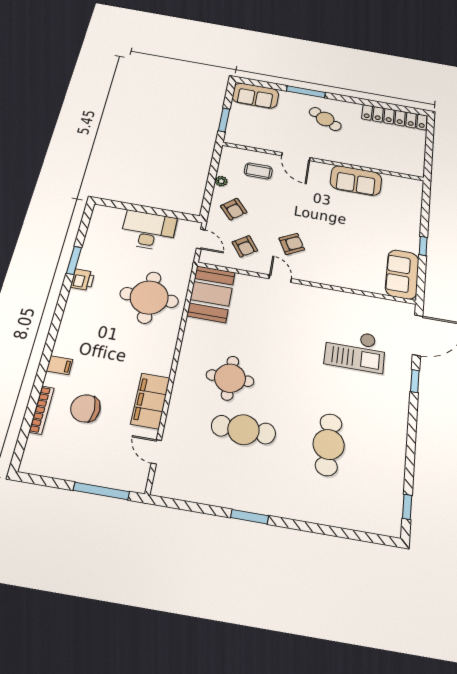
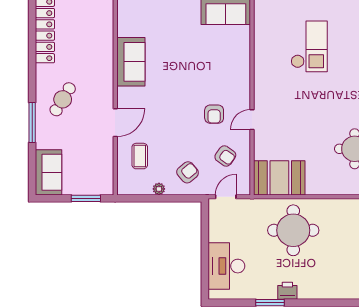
desk: (148, 231) -> (226, 266), moved
armchair: (292, 244) -> (214, 114), turned -152
armchair: (245, 246) -> (225, 156), turned 70

